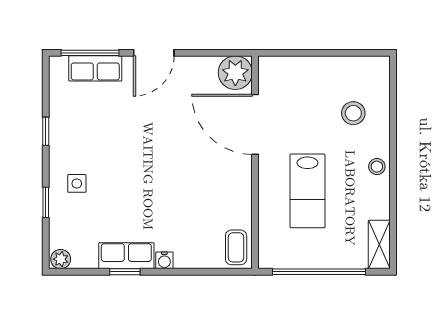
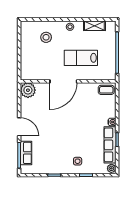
door: (255, 124) -> (63, 81), moved
lab bench: (307, 191) -> (81, 58), turned 180
shelving: (379, 245) -> (94, 26), moved
row of seats: (126, 256) -> (110, 145), width x1.48

